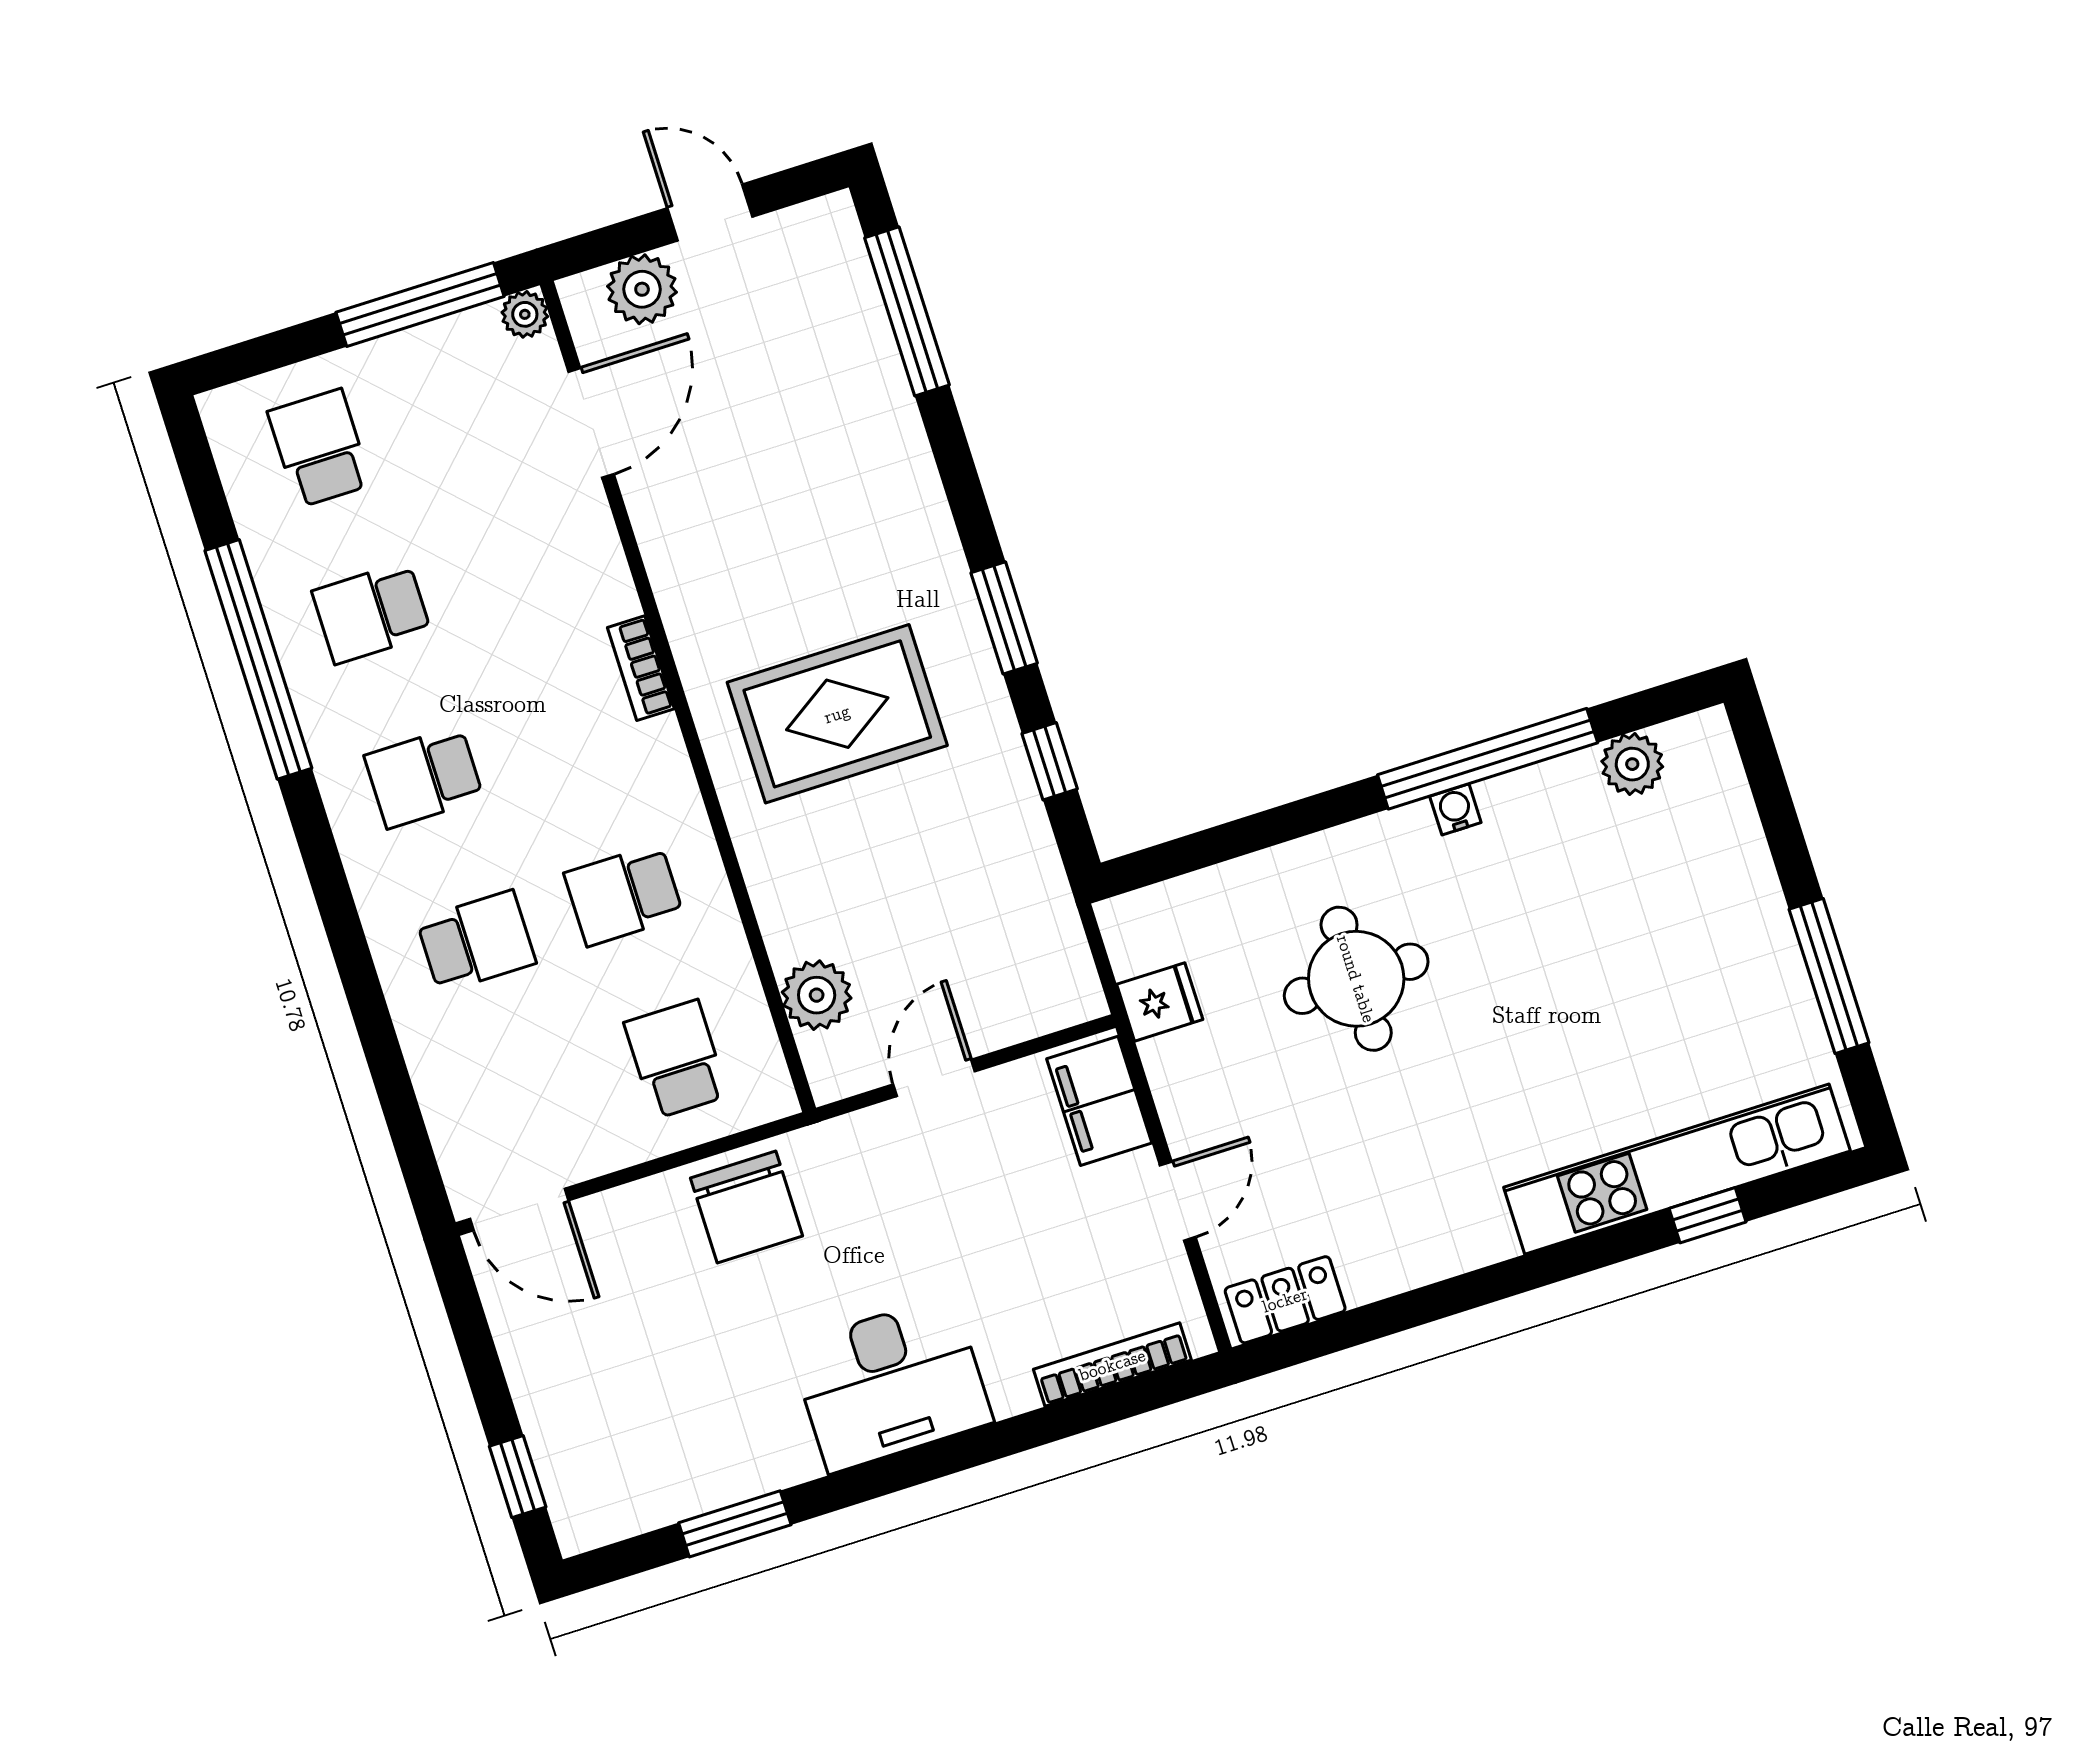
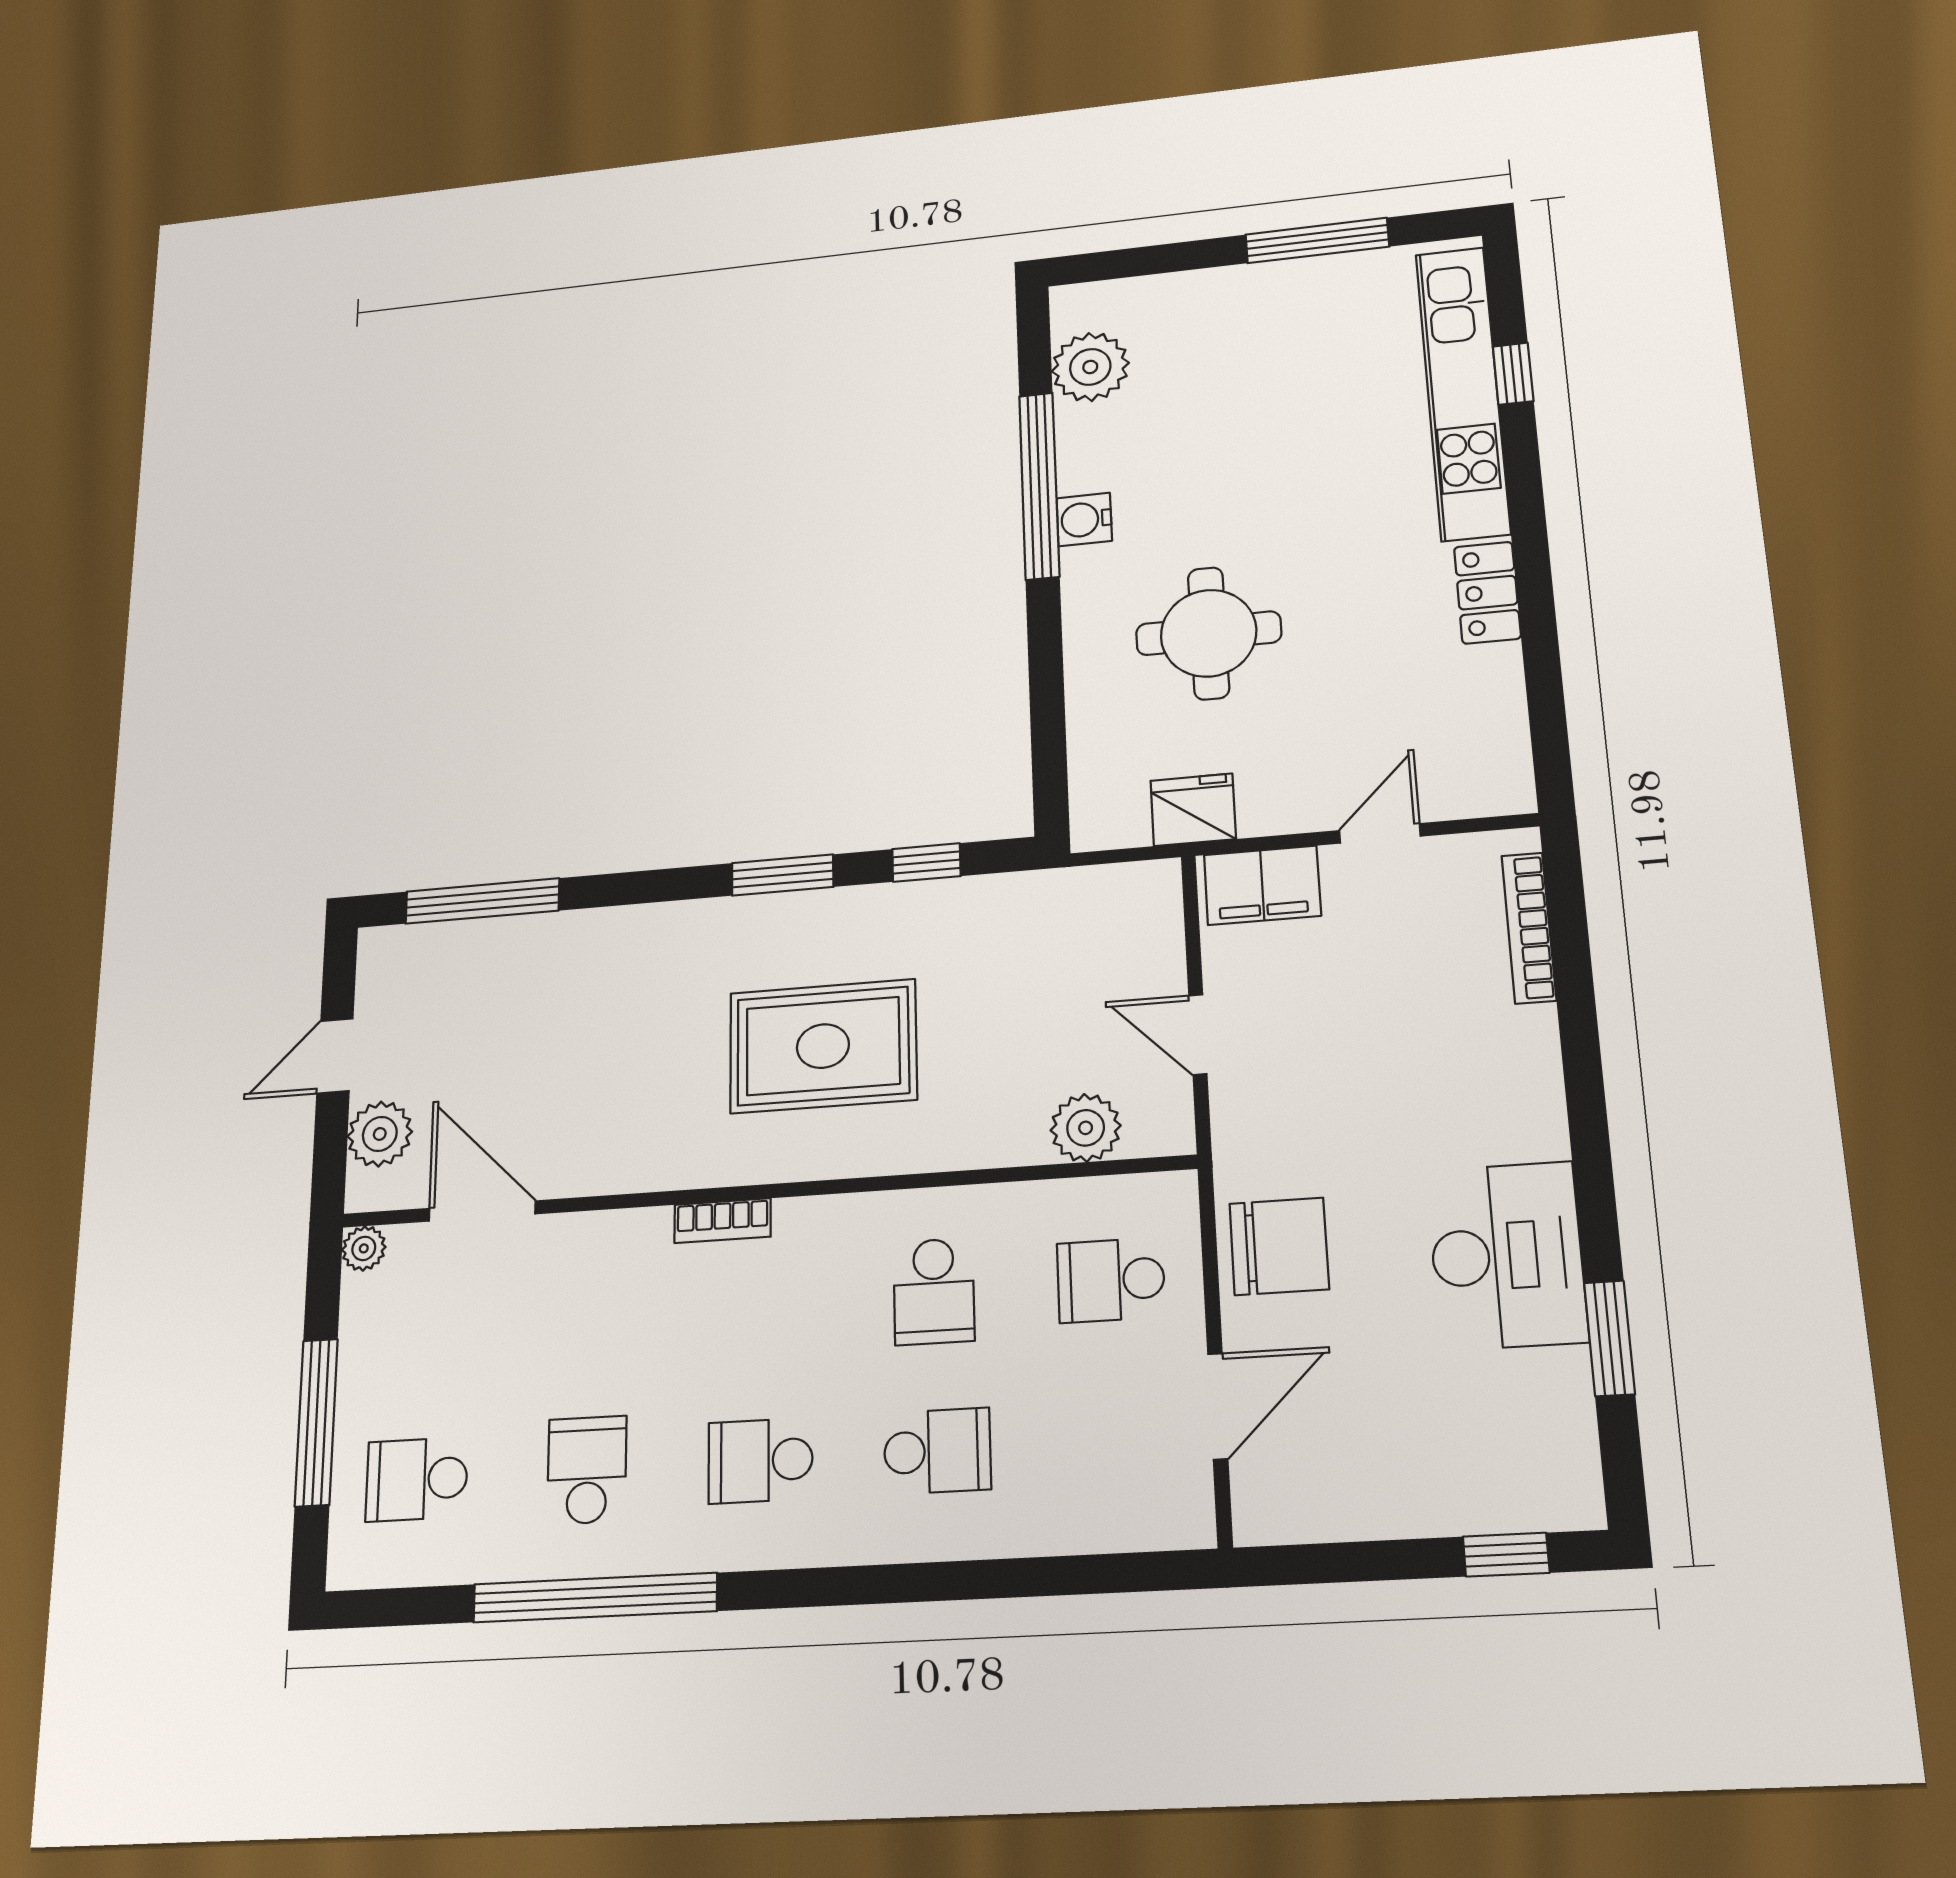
window: (420, 304) -> (316, 1422), moved
school desk: (372, 613) -> (587, 1470), turned 180
rug: (837, 714) -> (823, 1046), turned 90
plant: (1632, 764) -> (1090, 367), width x1.36, depth x1.36
school desk: (424, 777) -> (760, 1461), turned 90
water cooler: (1455, 809) -> (1084, 519), width x1.38, depth x1.38
school desk: (476, 942) -> (937, 1451), turned 90
fridge: (1160, 1002) -> (1193, 810), width x1.38
door: (1178, 1201) -> (1380, 833), hinge flipped
door: (519, 1210) -> (1218, 1406), moved
locker: (1285, 1300) -> (1487, 593), moved
desk: (891, 1384) -> (1507, 1256), moved

